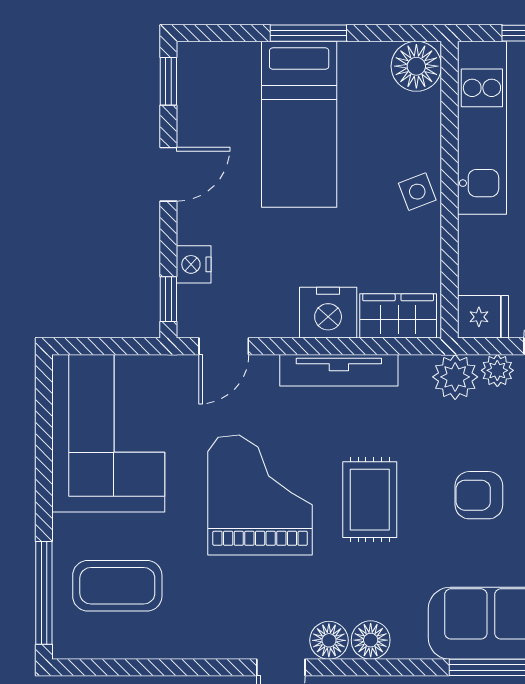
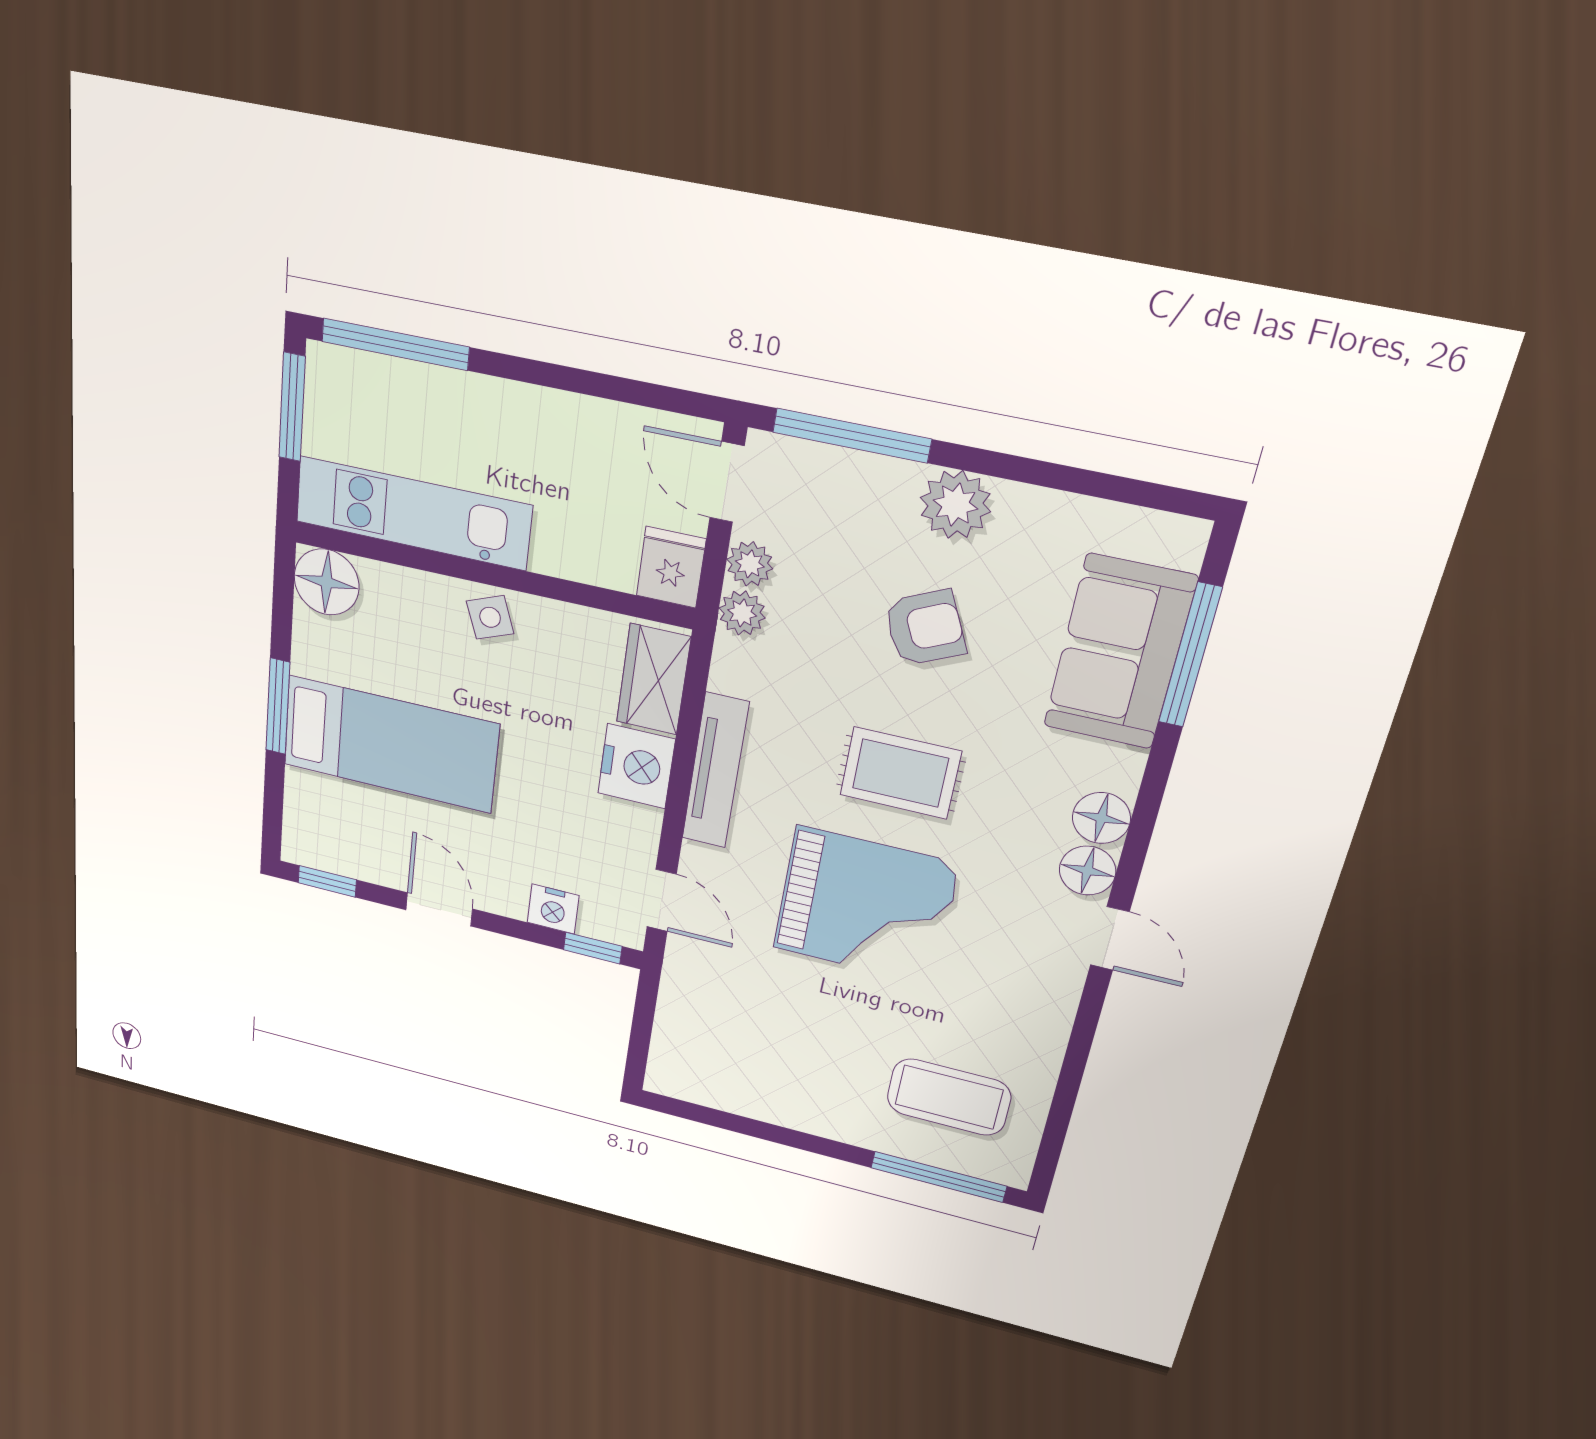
plant: (455, 377) -> (742, 613), width x0.73, depth x0.73
corner sofa: (108, 433) -> (750, 1056), removed
grand piano: (260, 495) -> (865, 906), turned 180
armchair: (479, 495) -> (925, 628), turned -115
coffee table: (117, 586) -> (949, 1097), turned 90

